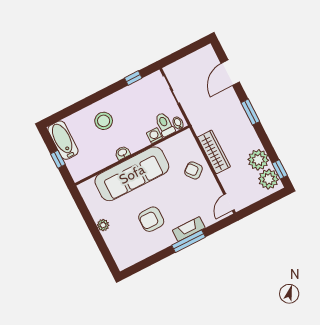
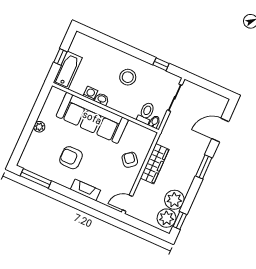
stool: (104, 121) -> (128, 77), moved
washing machine: (154, 136) -> (90, 93), moved
bathtub: (63, 140) -> (68, 70), moved
window: (189, 241) -> (36, 178), moved

